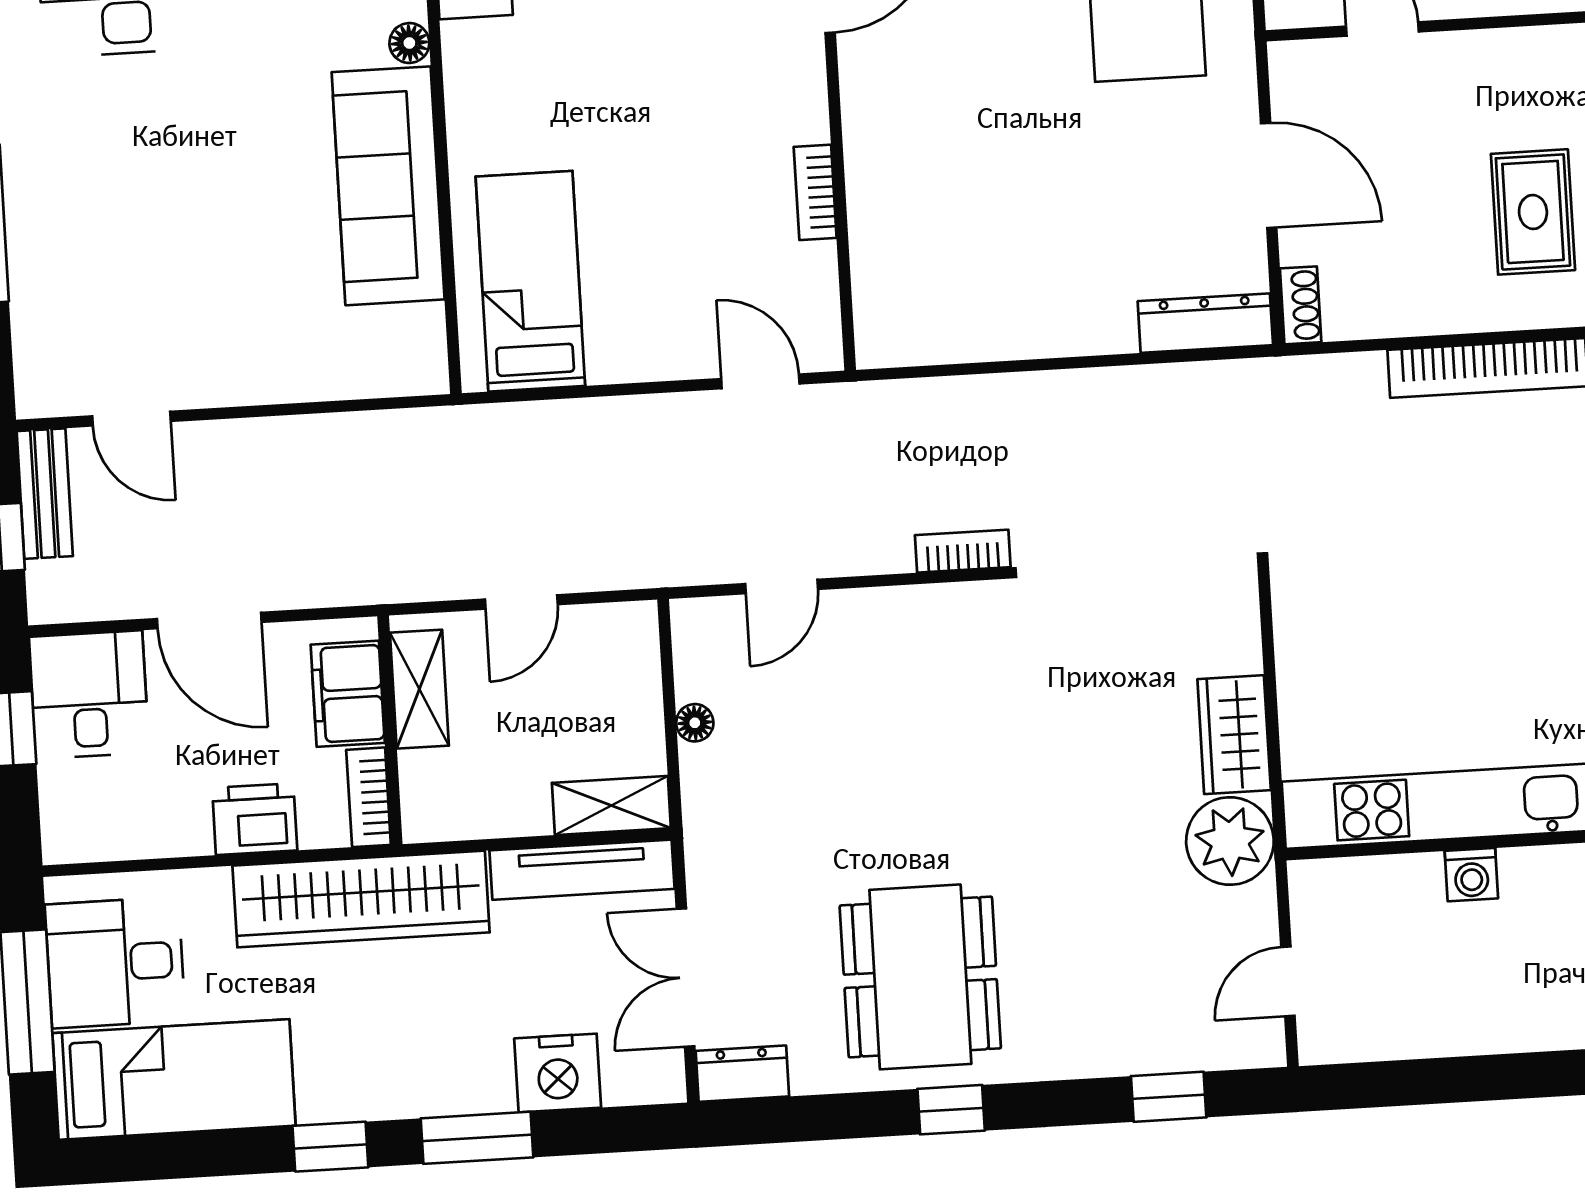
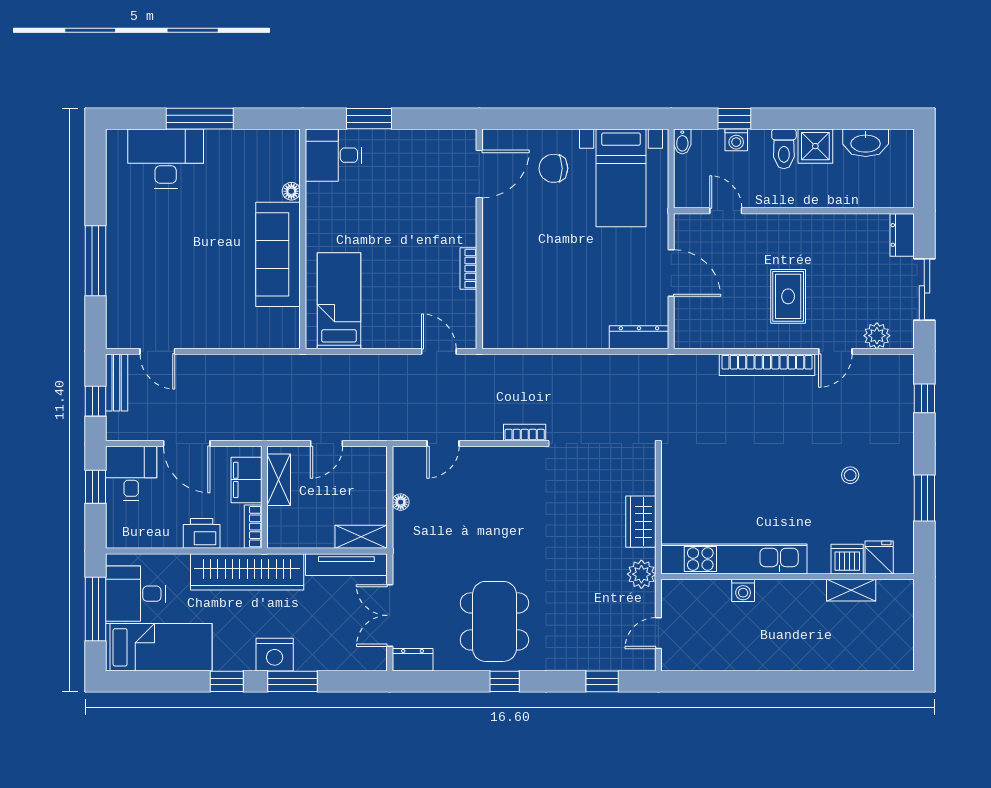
shoe rack: (1301, 305) -> (682, 332), removed
plant: (1230, 841) -> (641, 574), width x0.73, depth x0.73
nightstand: (558, 1073) -> (275, 655), moved

